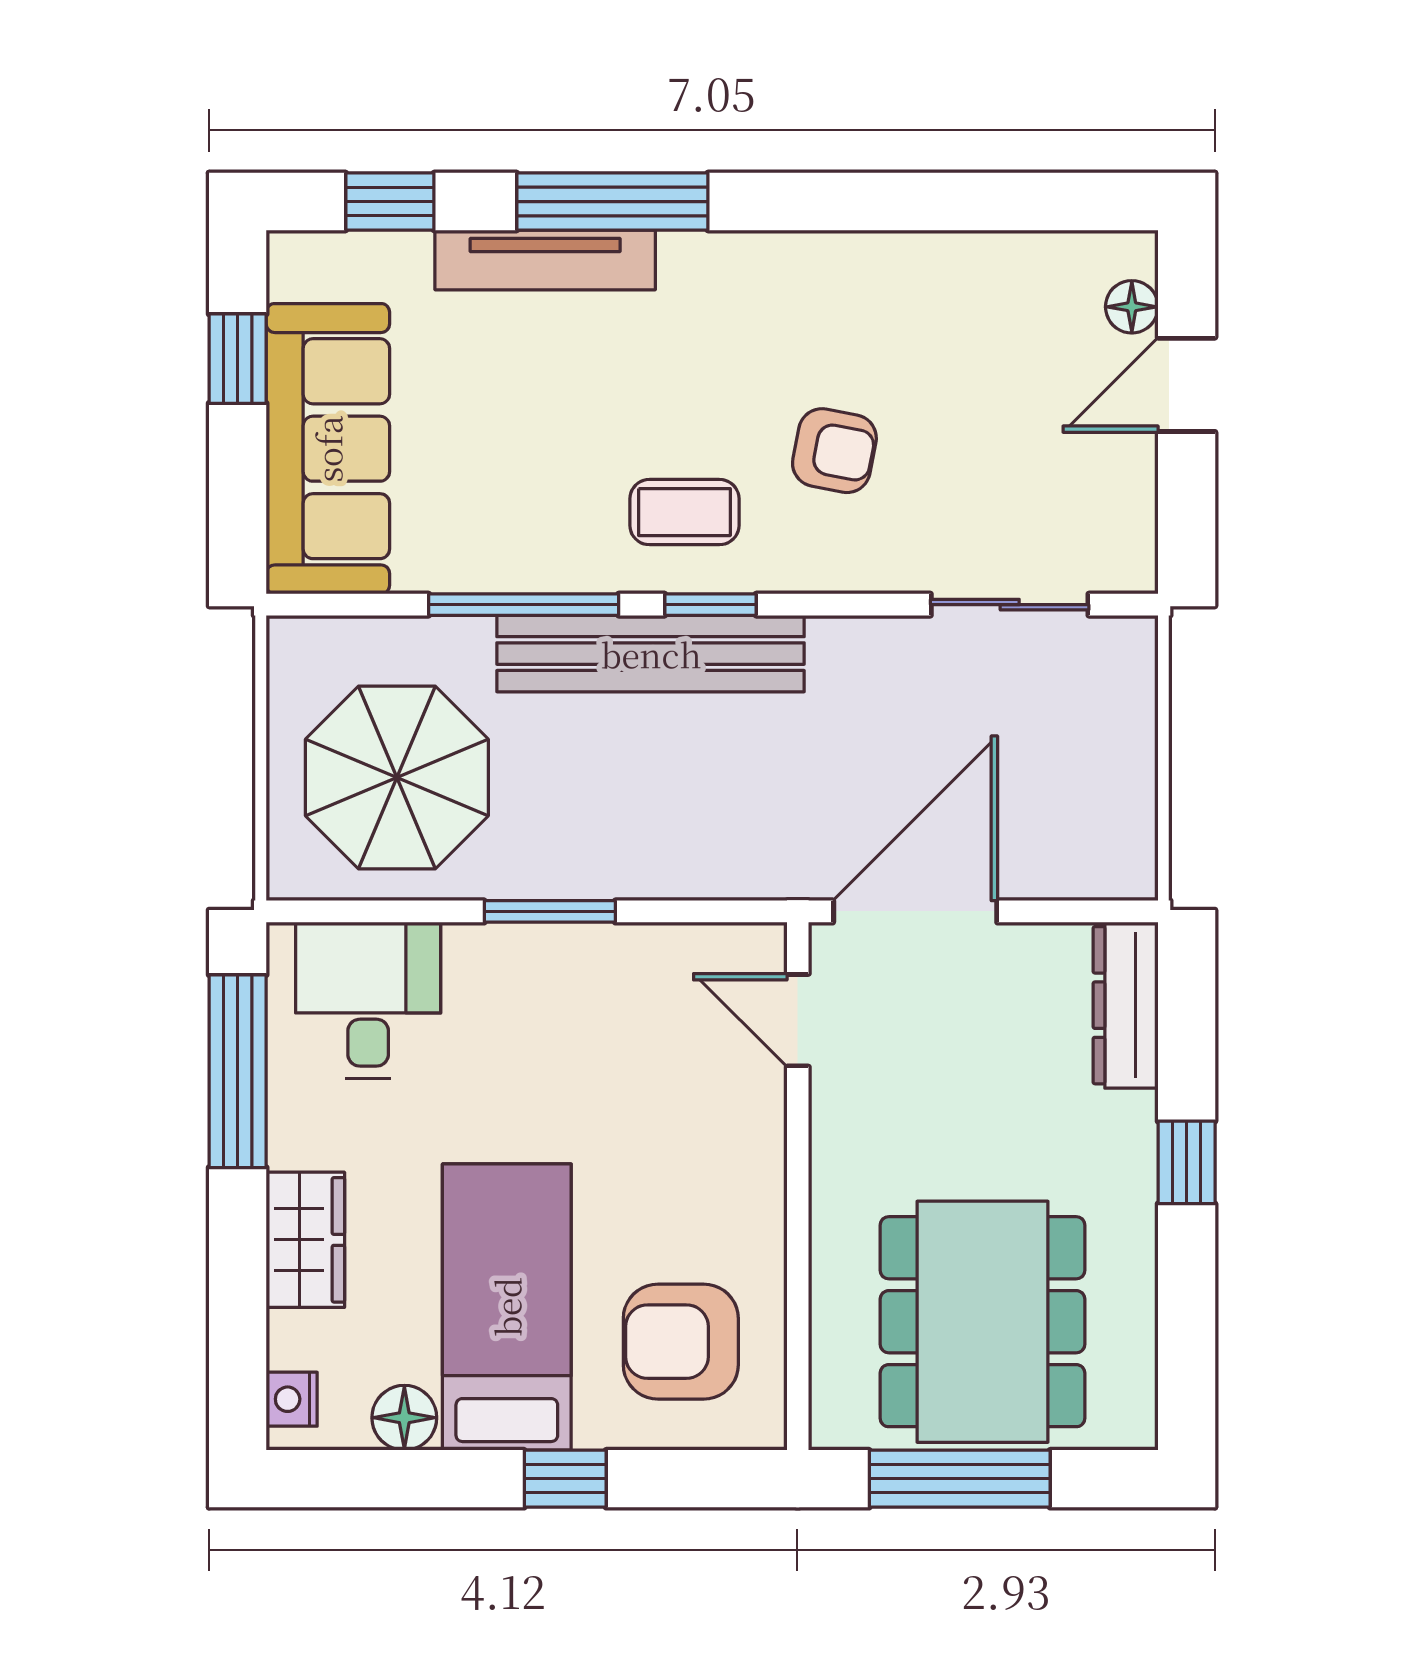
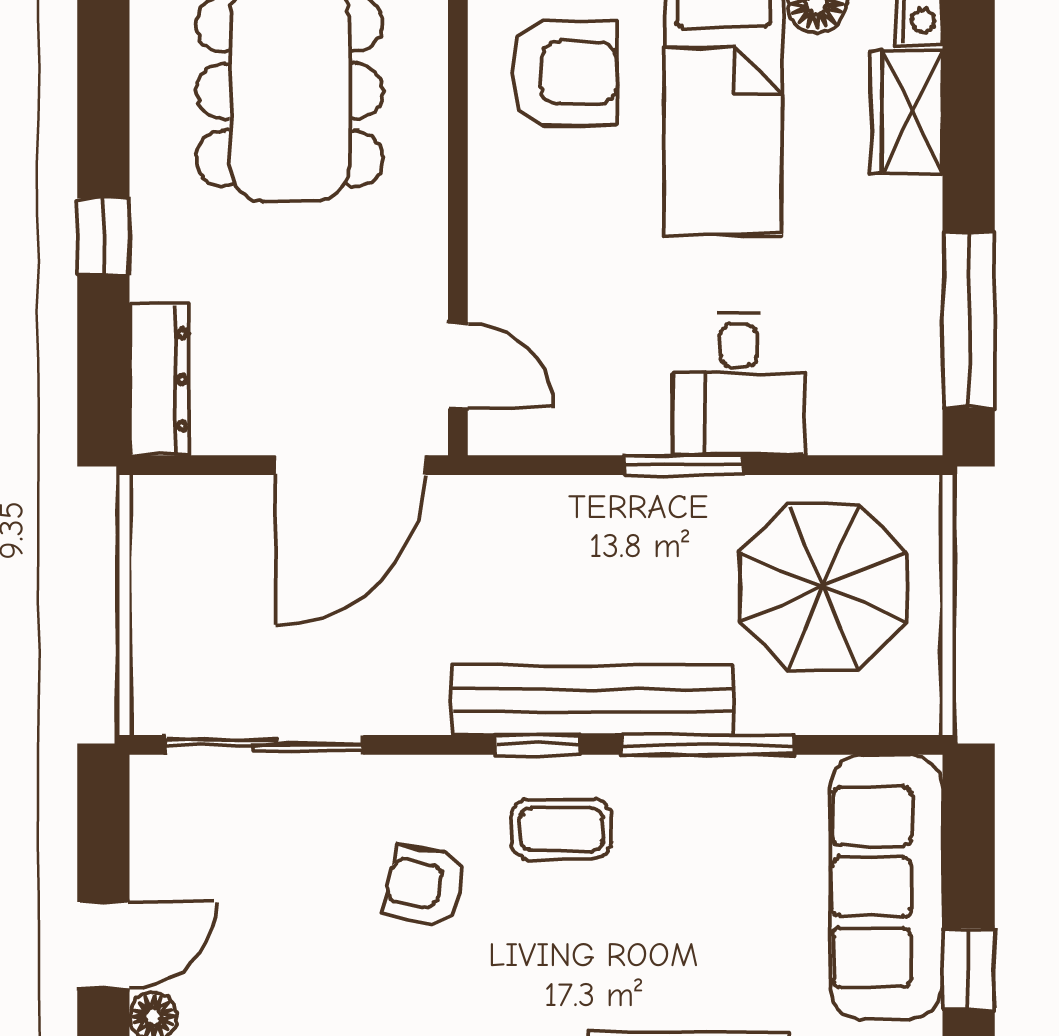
sliding door: (1010, 605) -> (265, 745), width x1.37
desk: (368, 1000) -> (738, 384), moved
wardrobe: (305, 1240) -> (907, 112), moved

